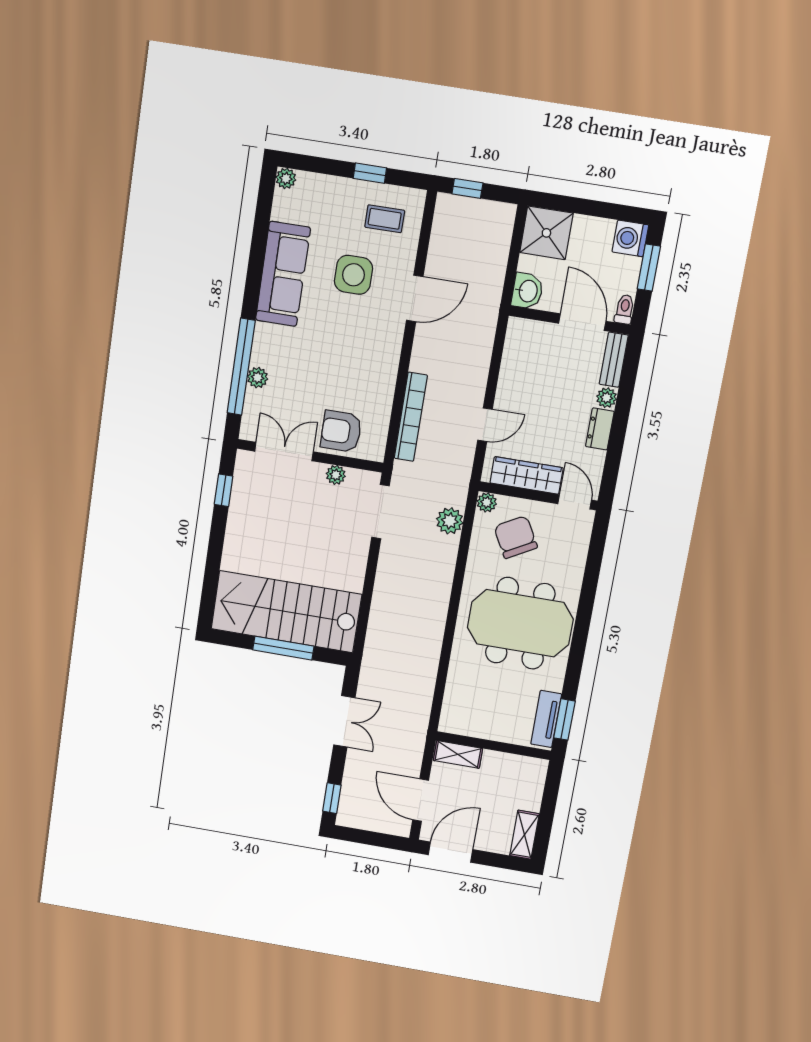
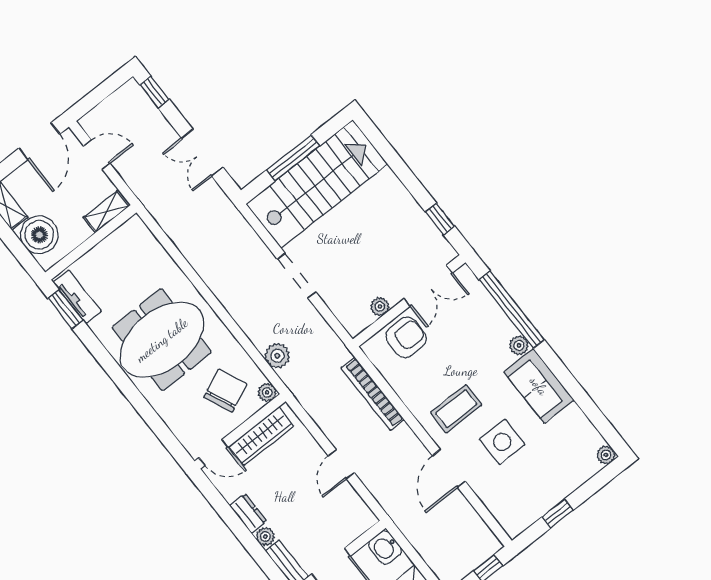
coffee table: (385, 219) -> (456, 409), moved, width x1.36, depth x1.30
sofa: (283, 274) -> (539, 386), width x0.73
plant: (258, 378) -> (519, 345), moved
door: (485, 425) -> (341, 464), moved
doorway: (380, 512) -> (297, 276), moved
chair: (516, 537) -> (225, 391), turned -85
boiler: (524, 790) -> (39, 235), added
door: (421, 800) -> (97, 155), width x0.73

